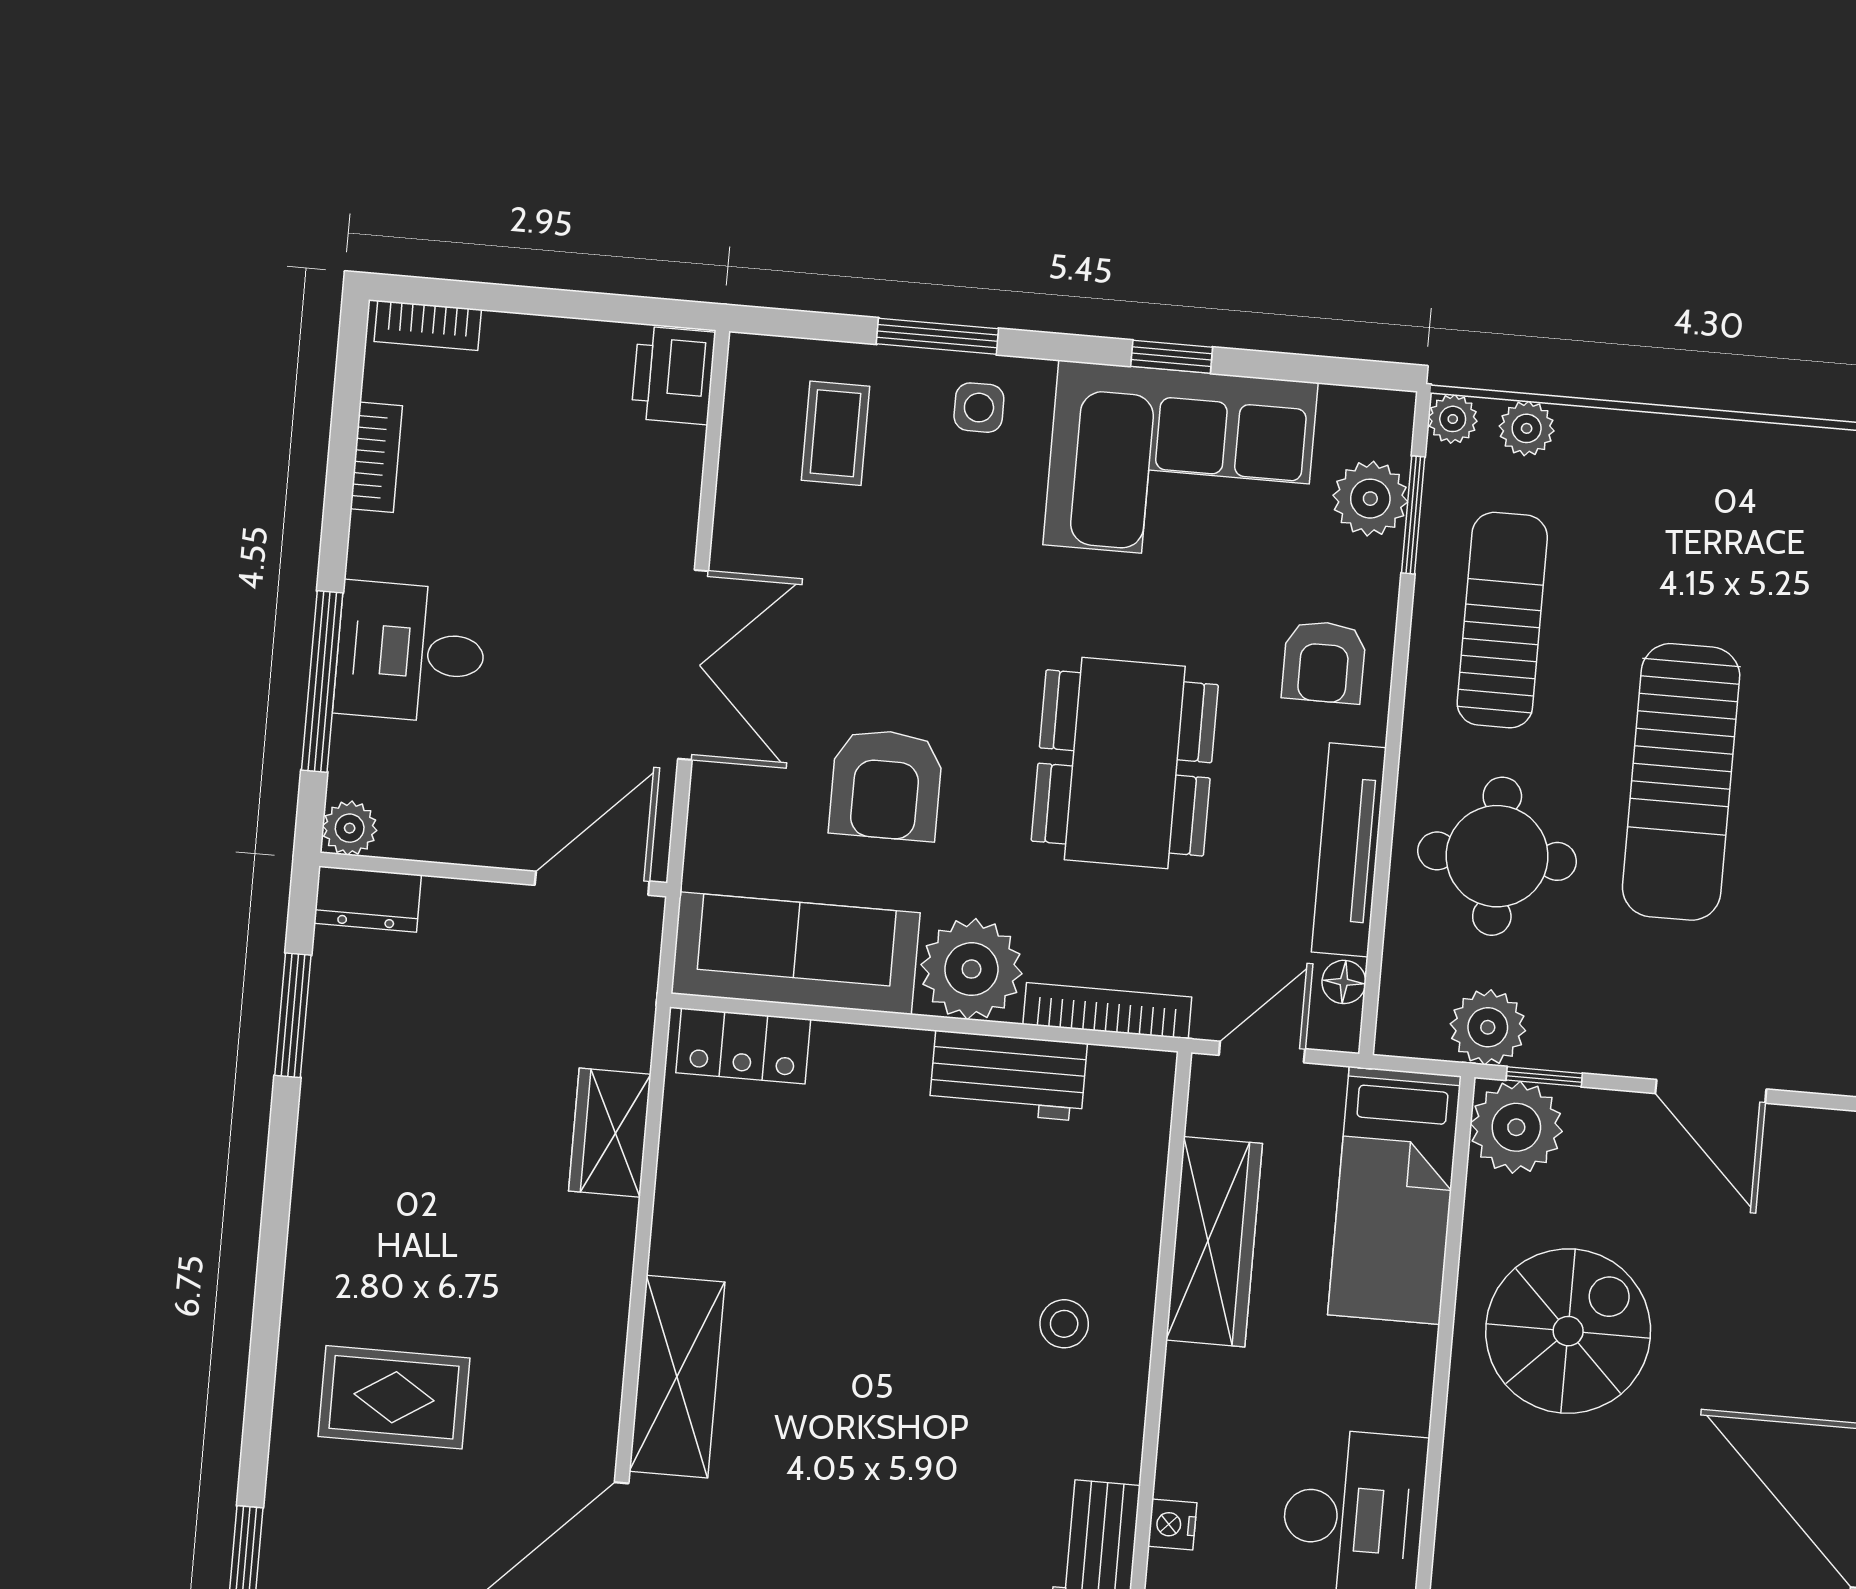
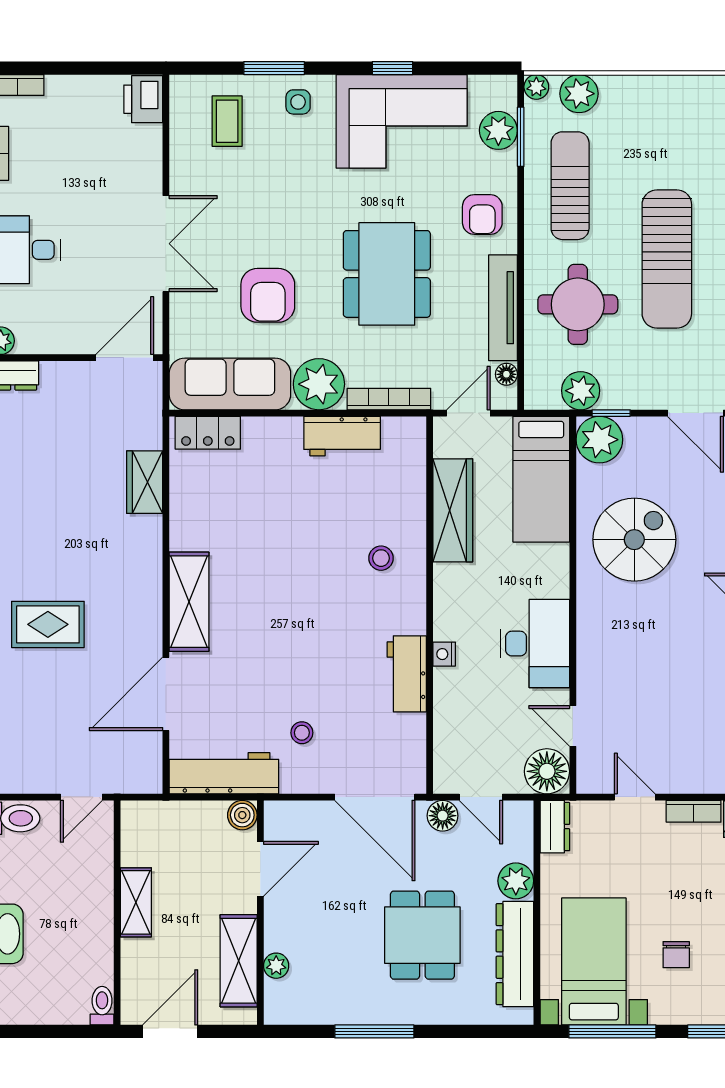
plant: (1527, 428) -> (579, 94), width x1.38, depth x1.38

